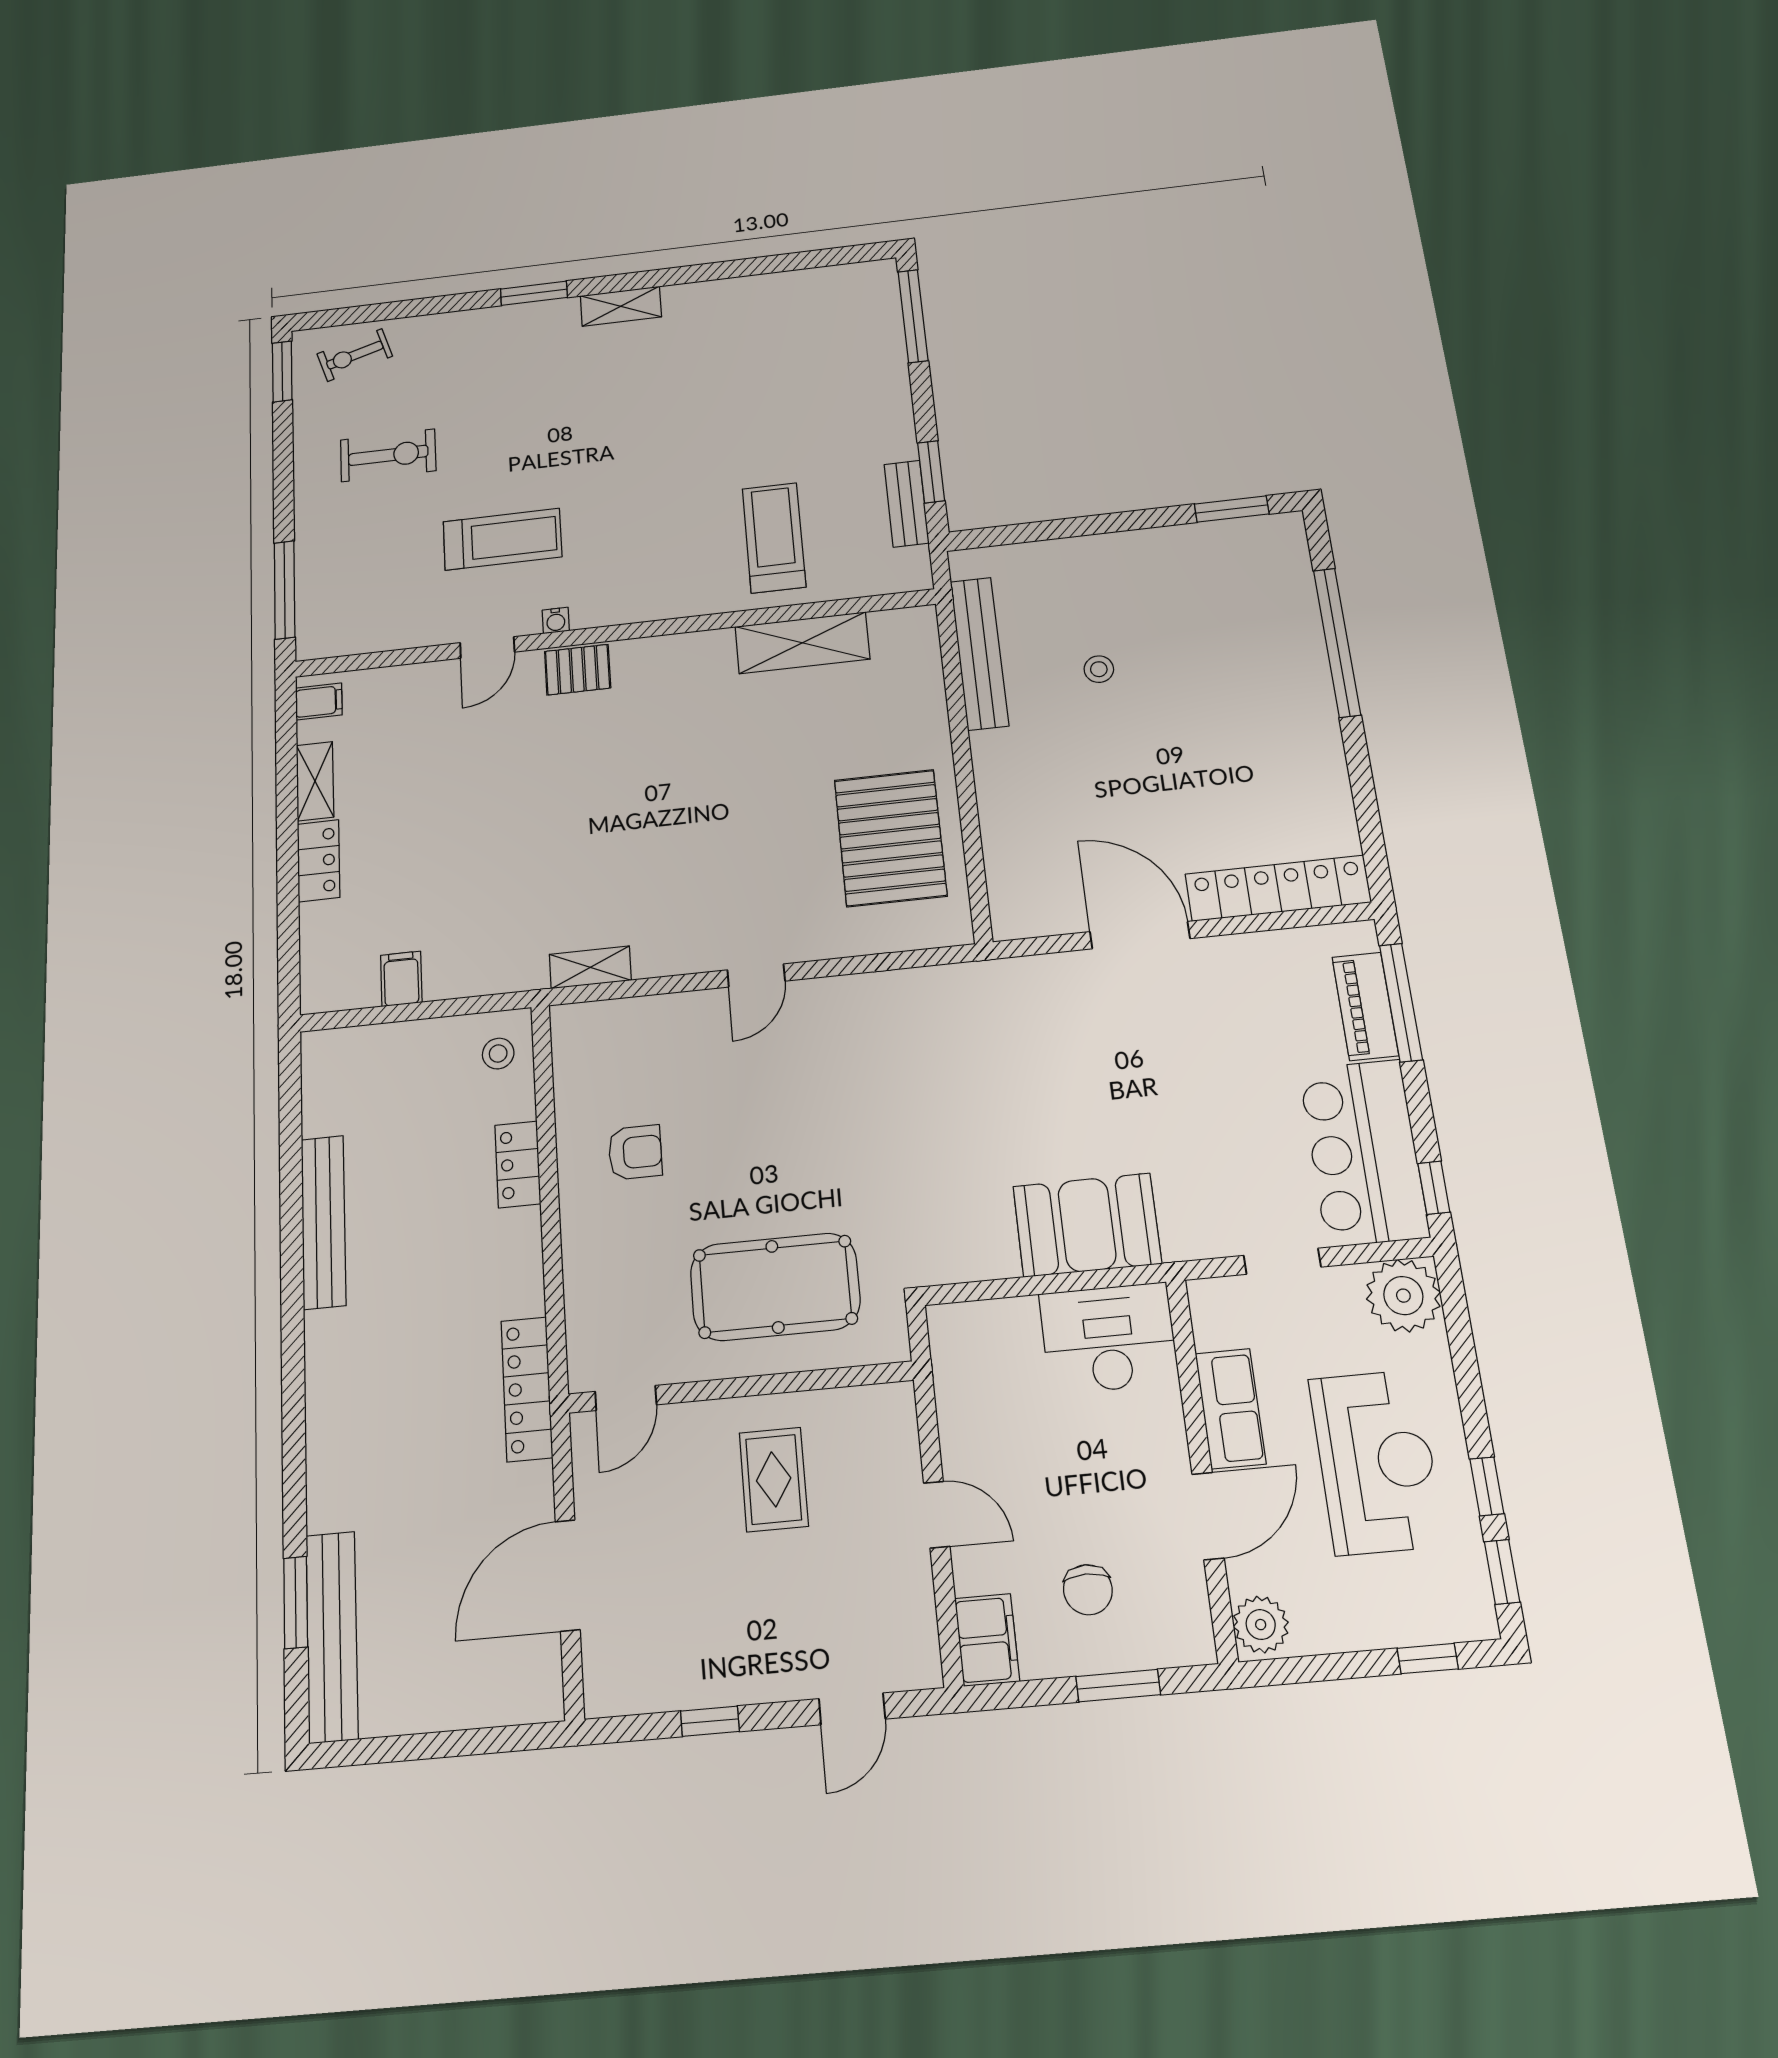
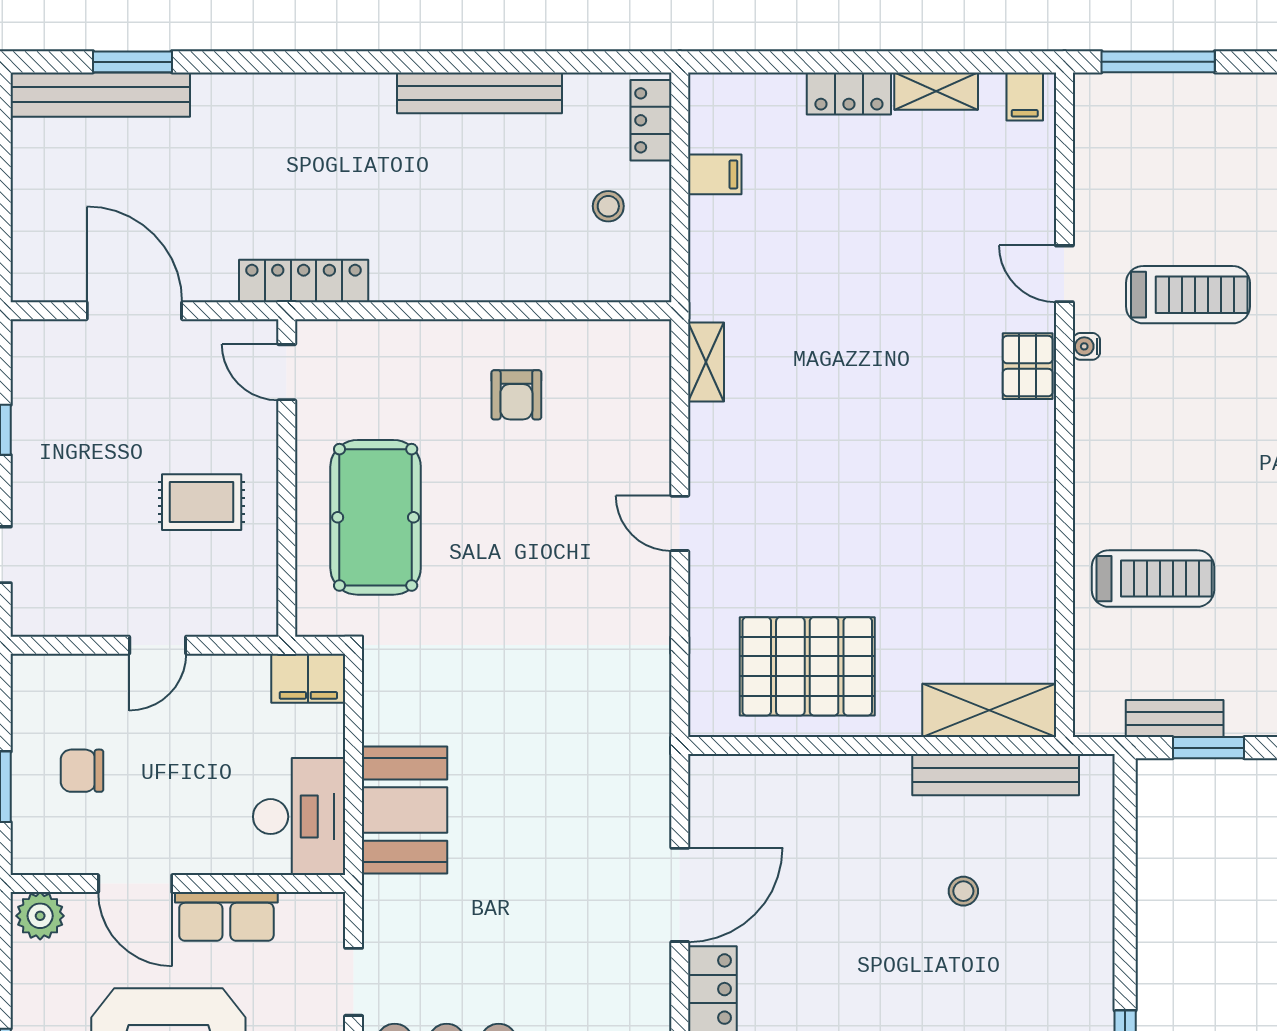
treadmill: (502, 539) -> (1188, 295), turned -90
shelving: (802, 643) -> (989, 710), moved, turned 90
stool: (498, 1054) -> (608, 206), moved
locker: (518, 1164) -> (651, 120), moved, turned -90
filing cabinet: (987, 1640) -> (308, 678), moved

